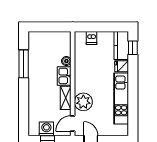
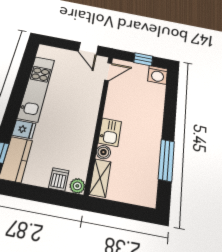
shelving: (66, 98) -> (100, 178), moved
plant: (83, 102) -> (77, 186), moved, width x0.53, depth x0.53
washing machine: (46, 129) -> (158, 75), moved

